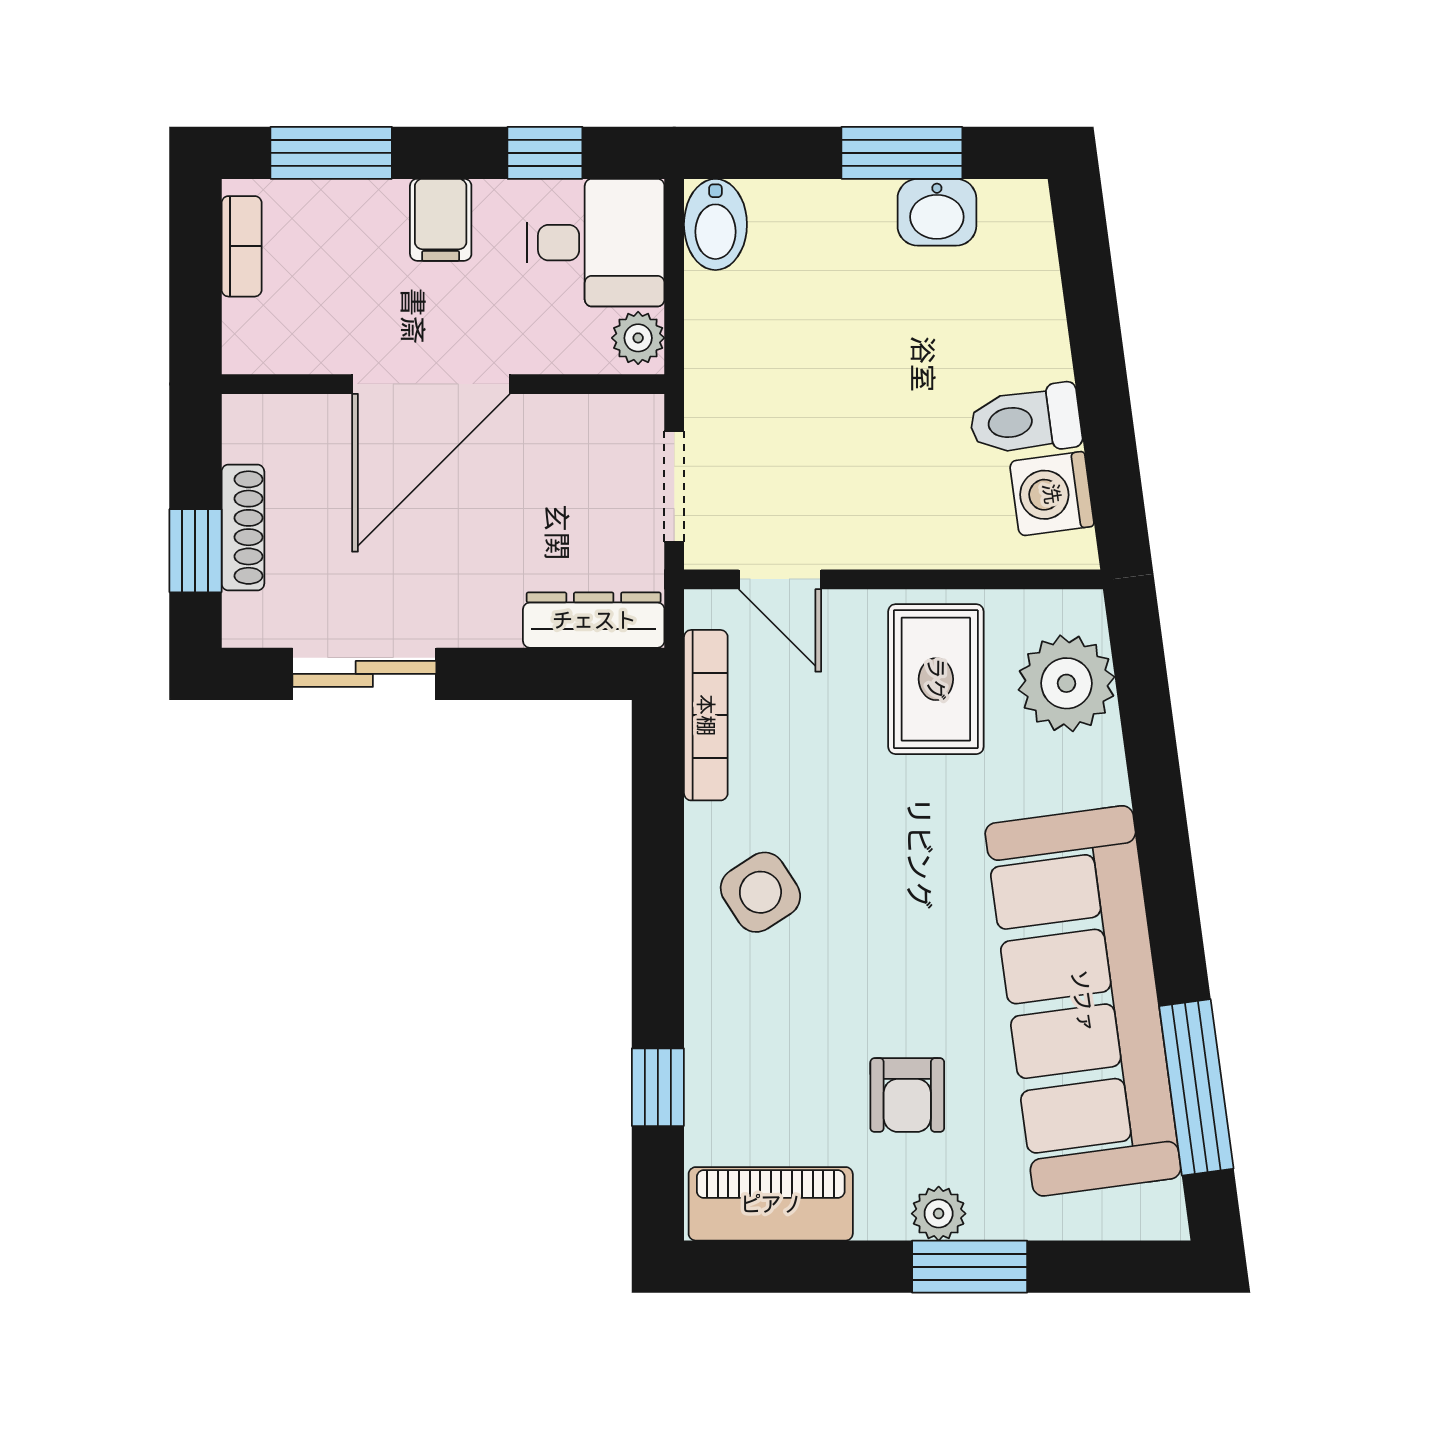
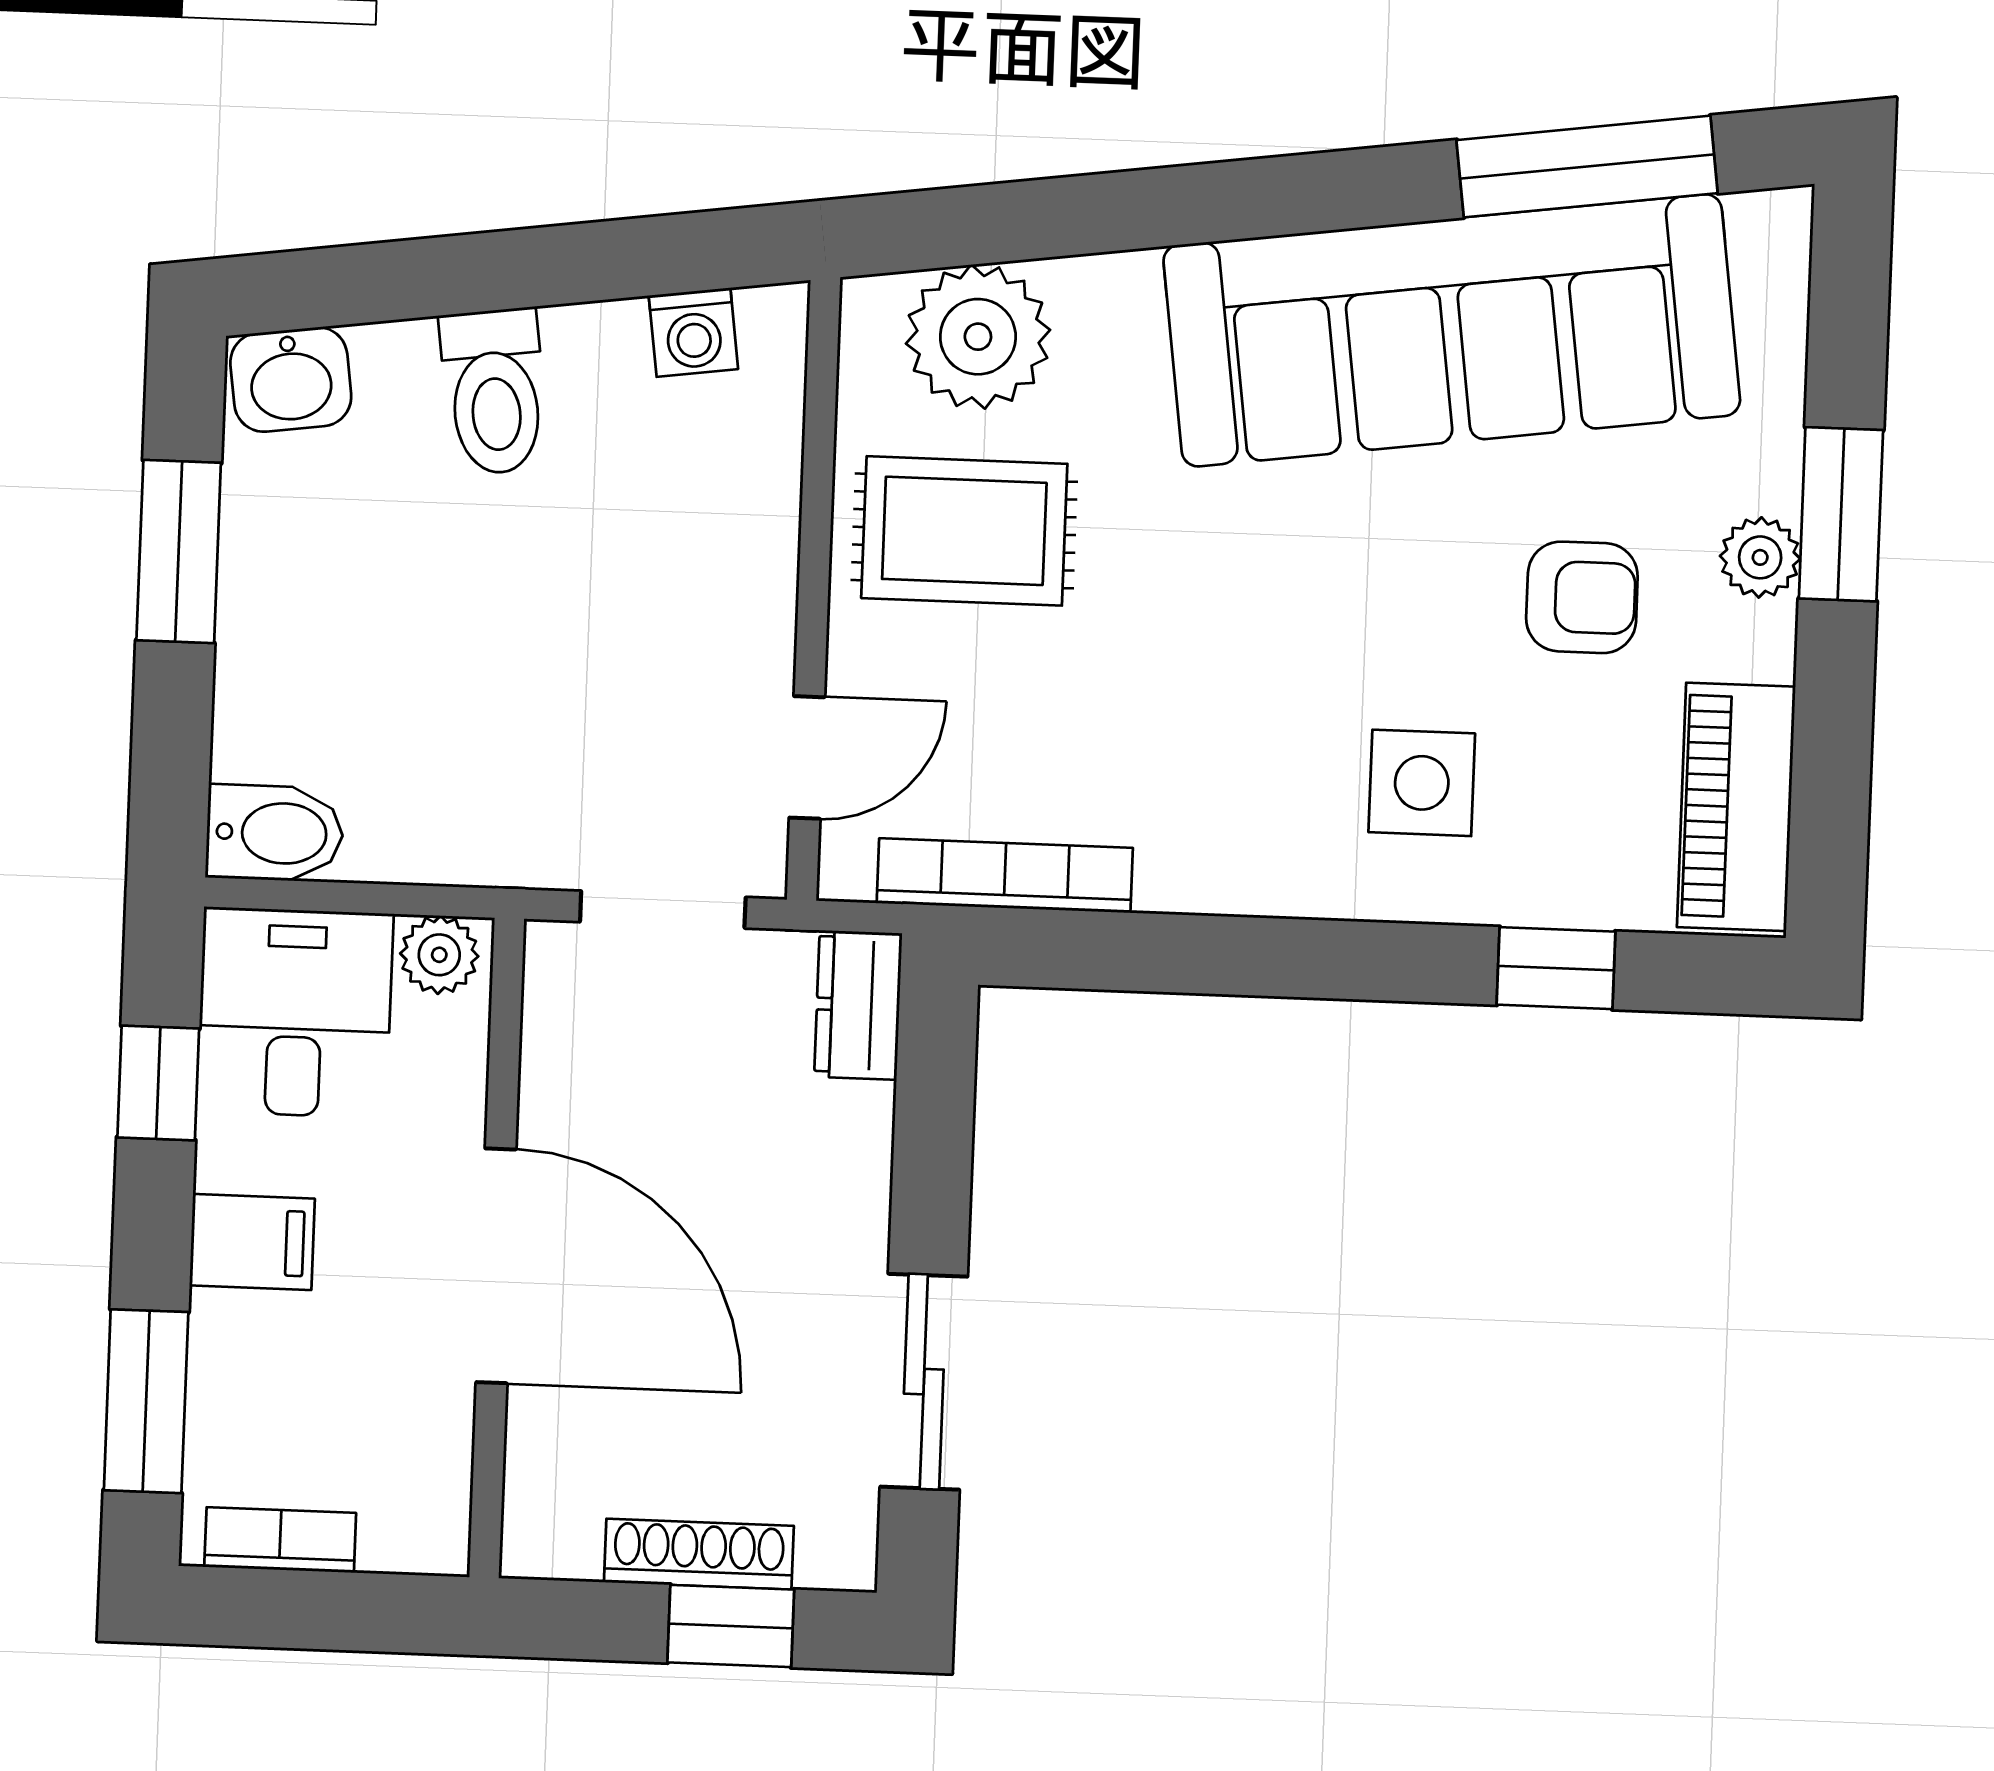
washbasin: (937, 212) -> (291, 379), moved, turned 82
toilet: (1025, 420) -> (494, 392), moved
washing machine: (1052, 494) -> (693, 332), width x0.73, depth x0.73
dresser: (594, 620) -> (858, 1005), width x0.70
side table: (760, 892) -> (1422, 783), moved, turned 33

